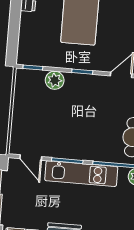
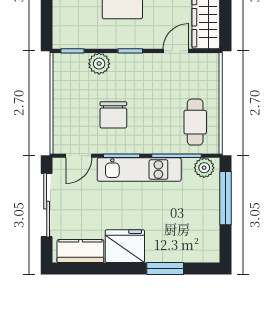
chair: (63, 125) -> (113, 115), added
door: (31, 158) -> (79, 156), hinge flipped

